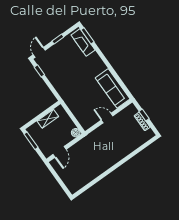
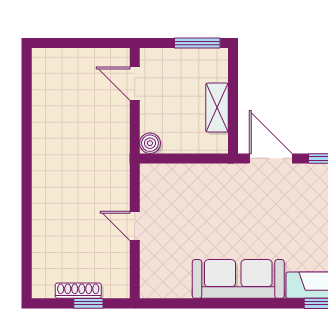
sofa: (113, 88) -> (238, 279), moved
door: (52, 89) -> (271, 158), added
door: (107, 118) -> (135, 226), swing flipped

